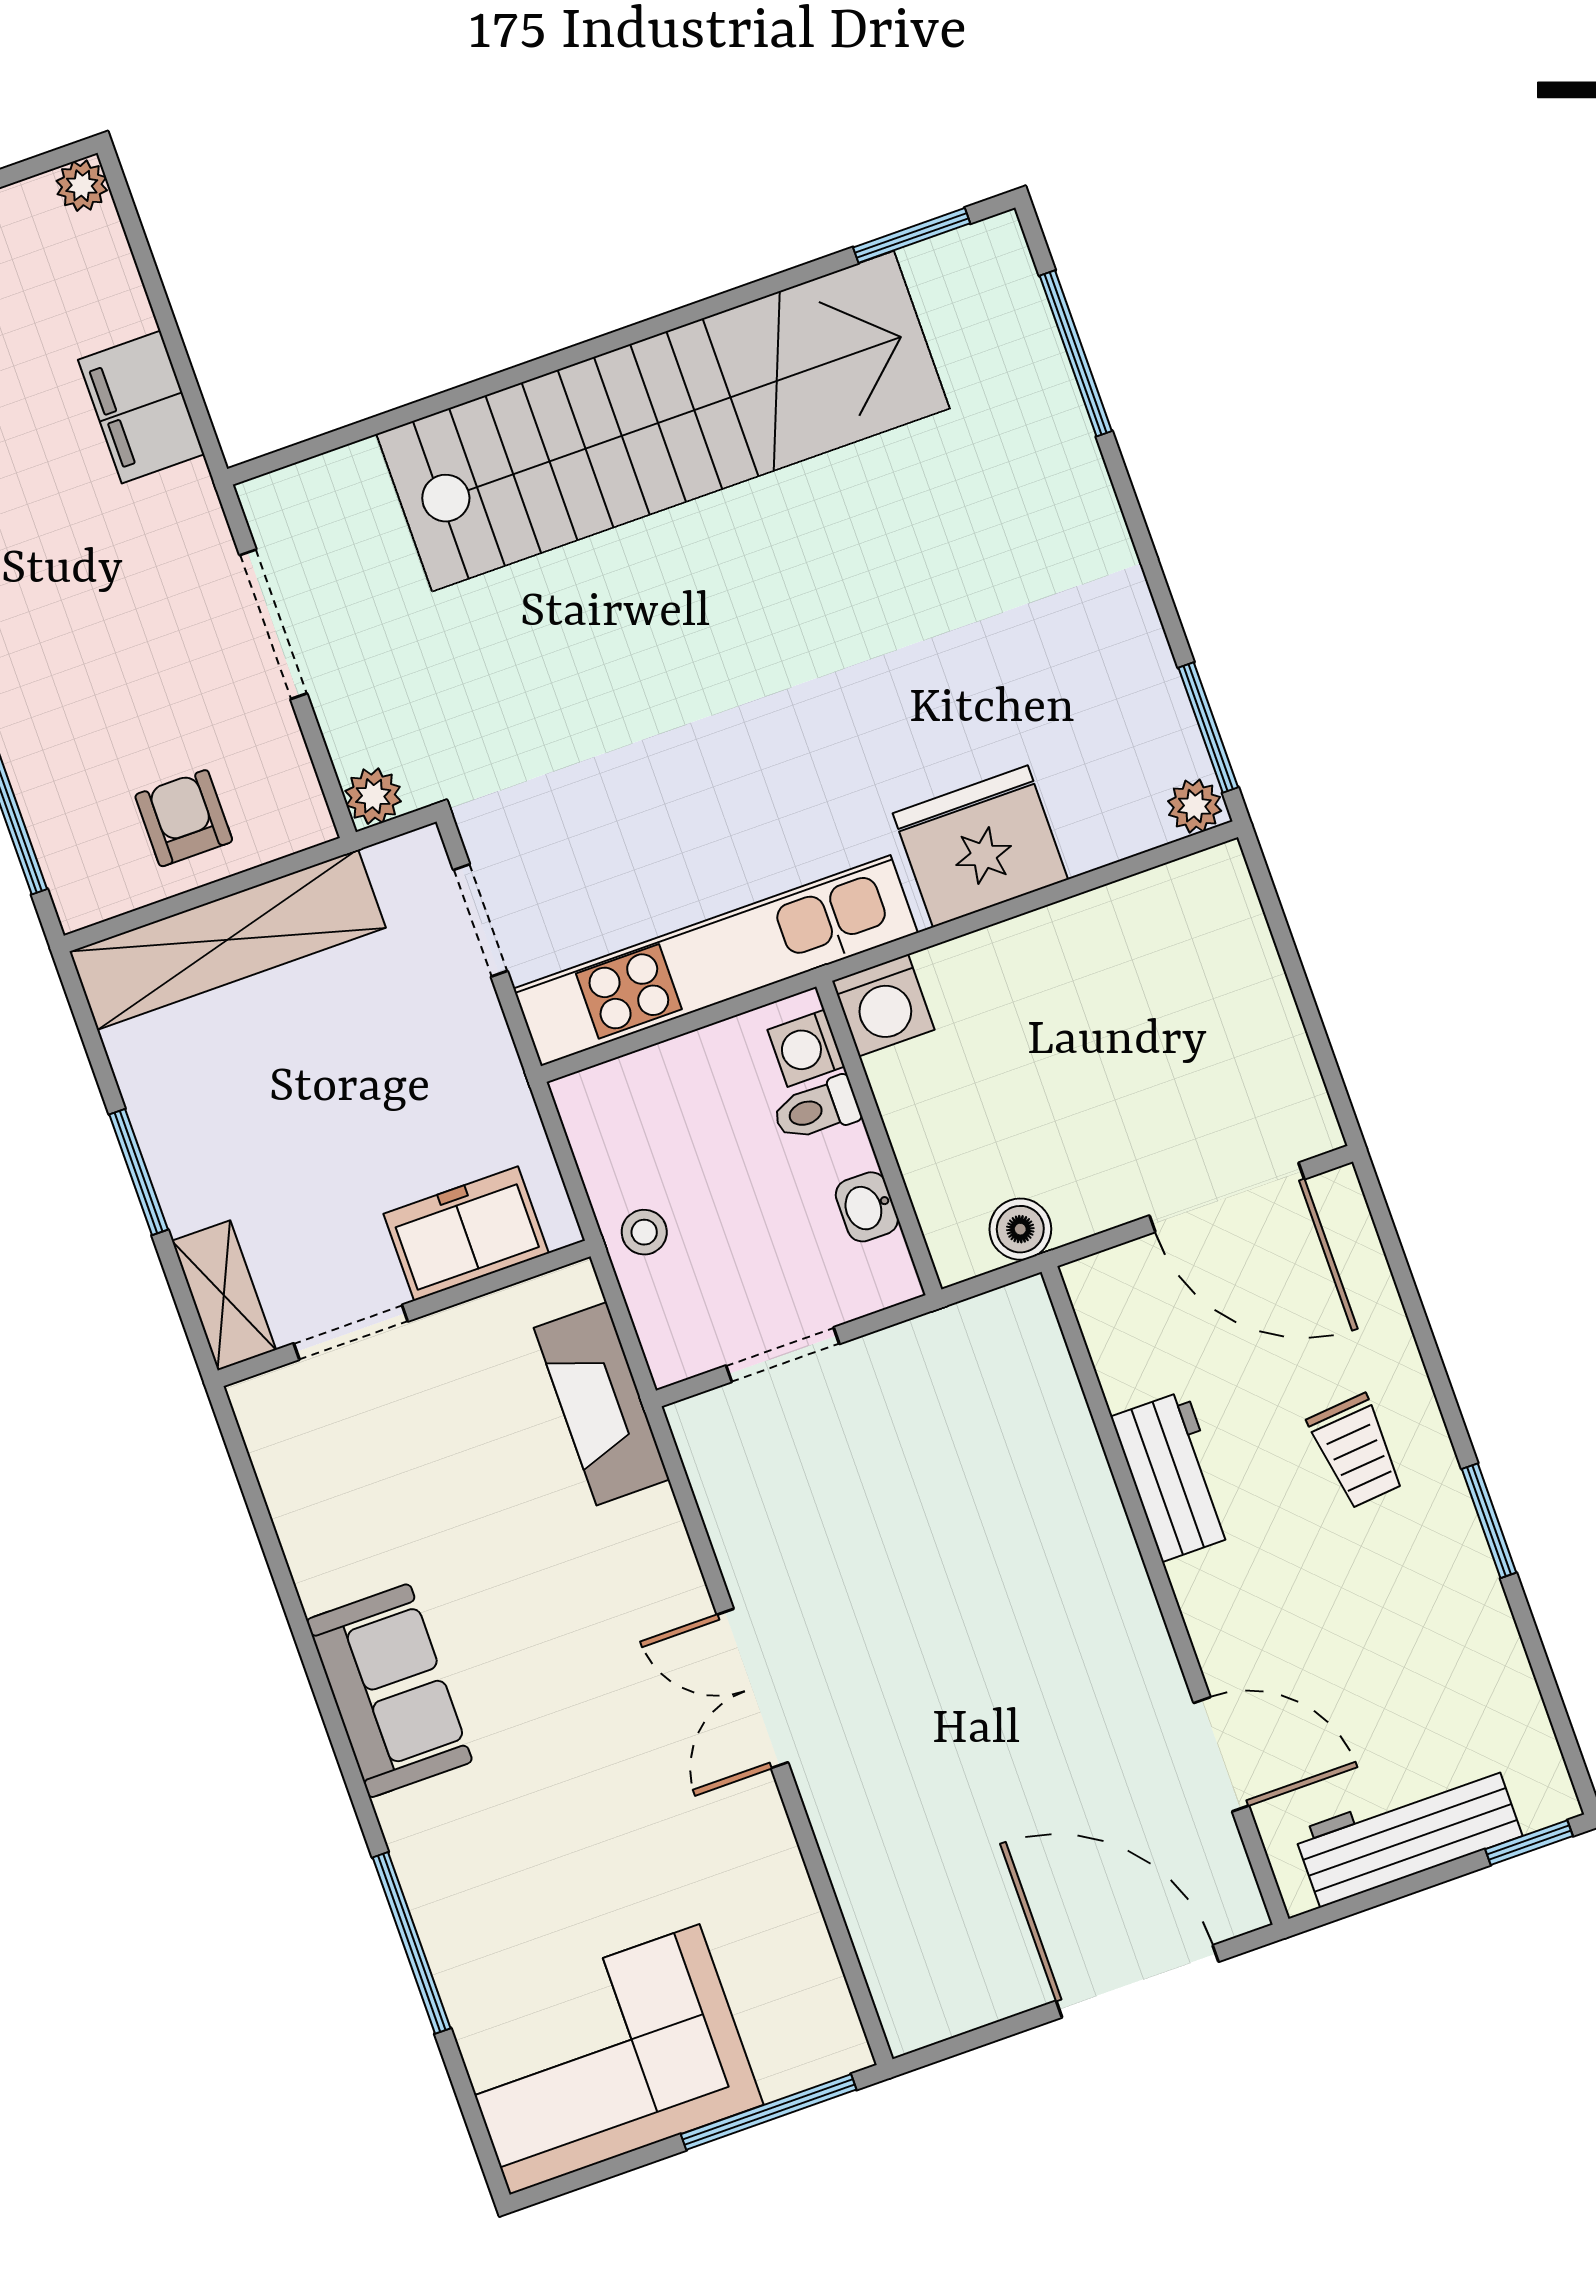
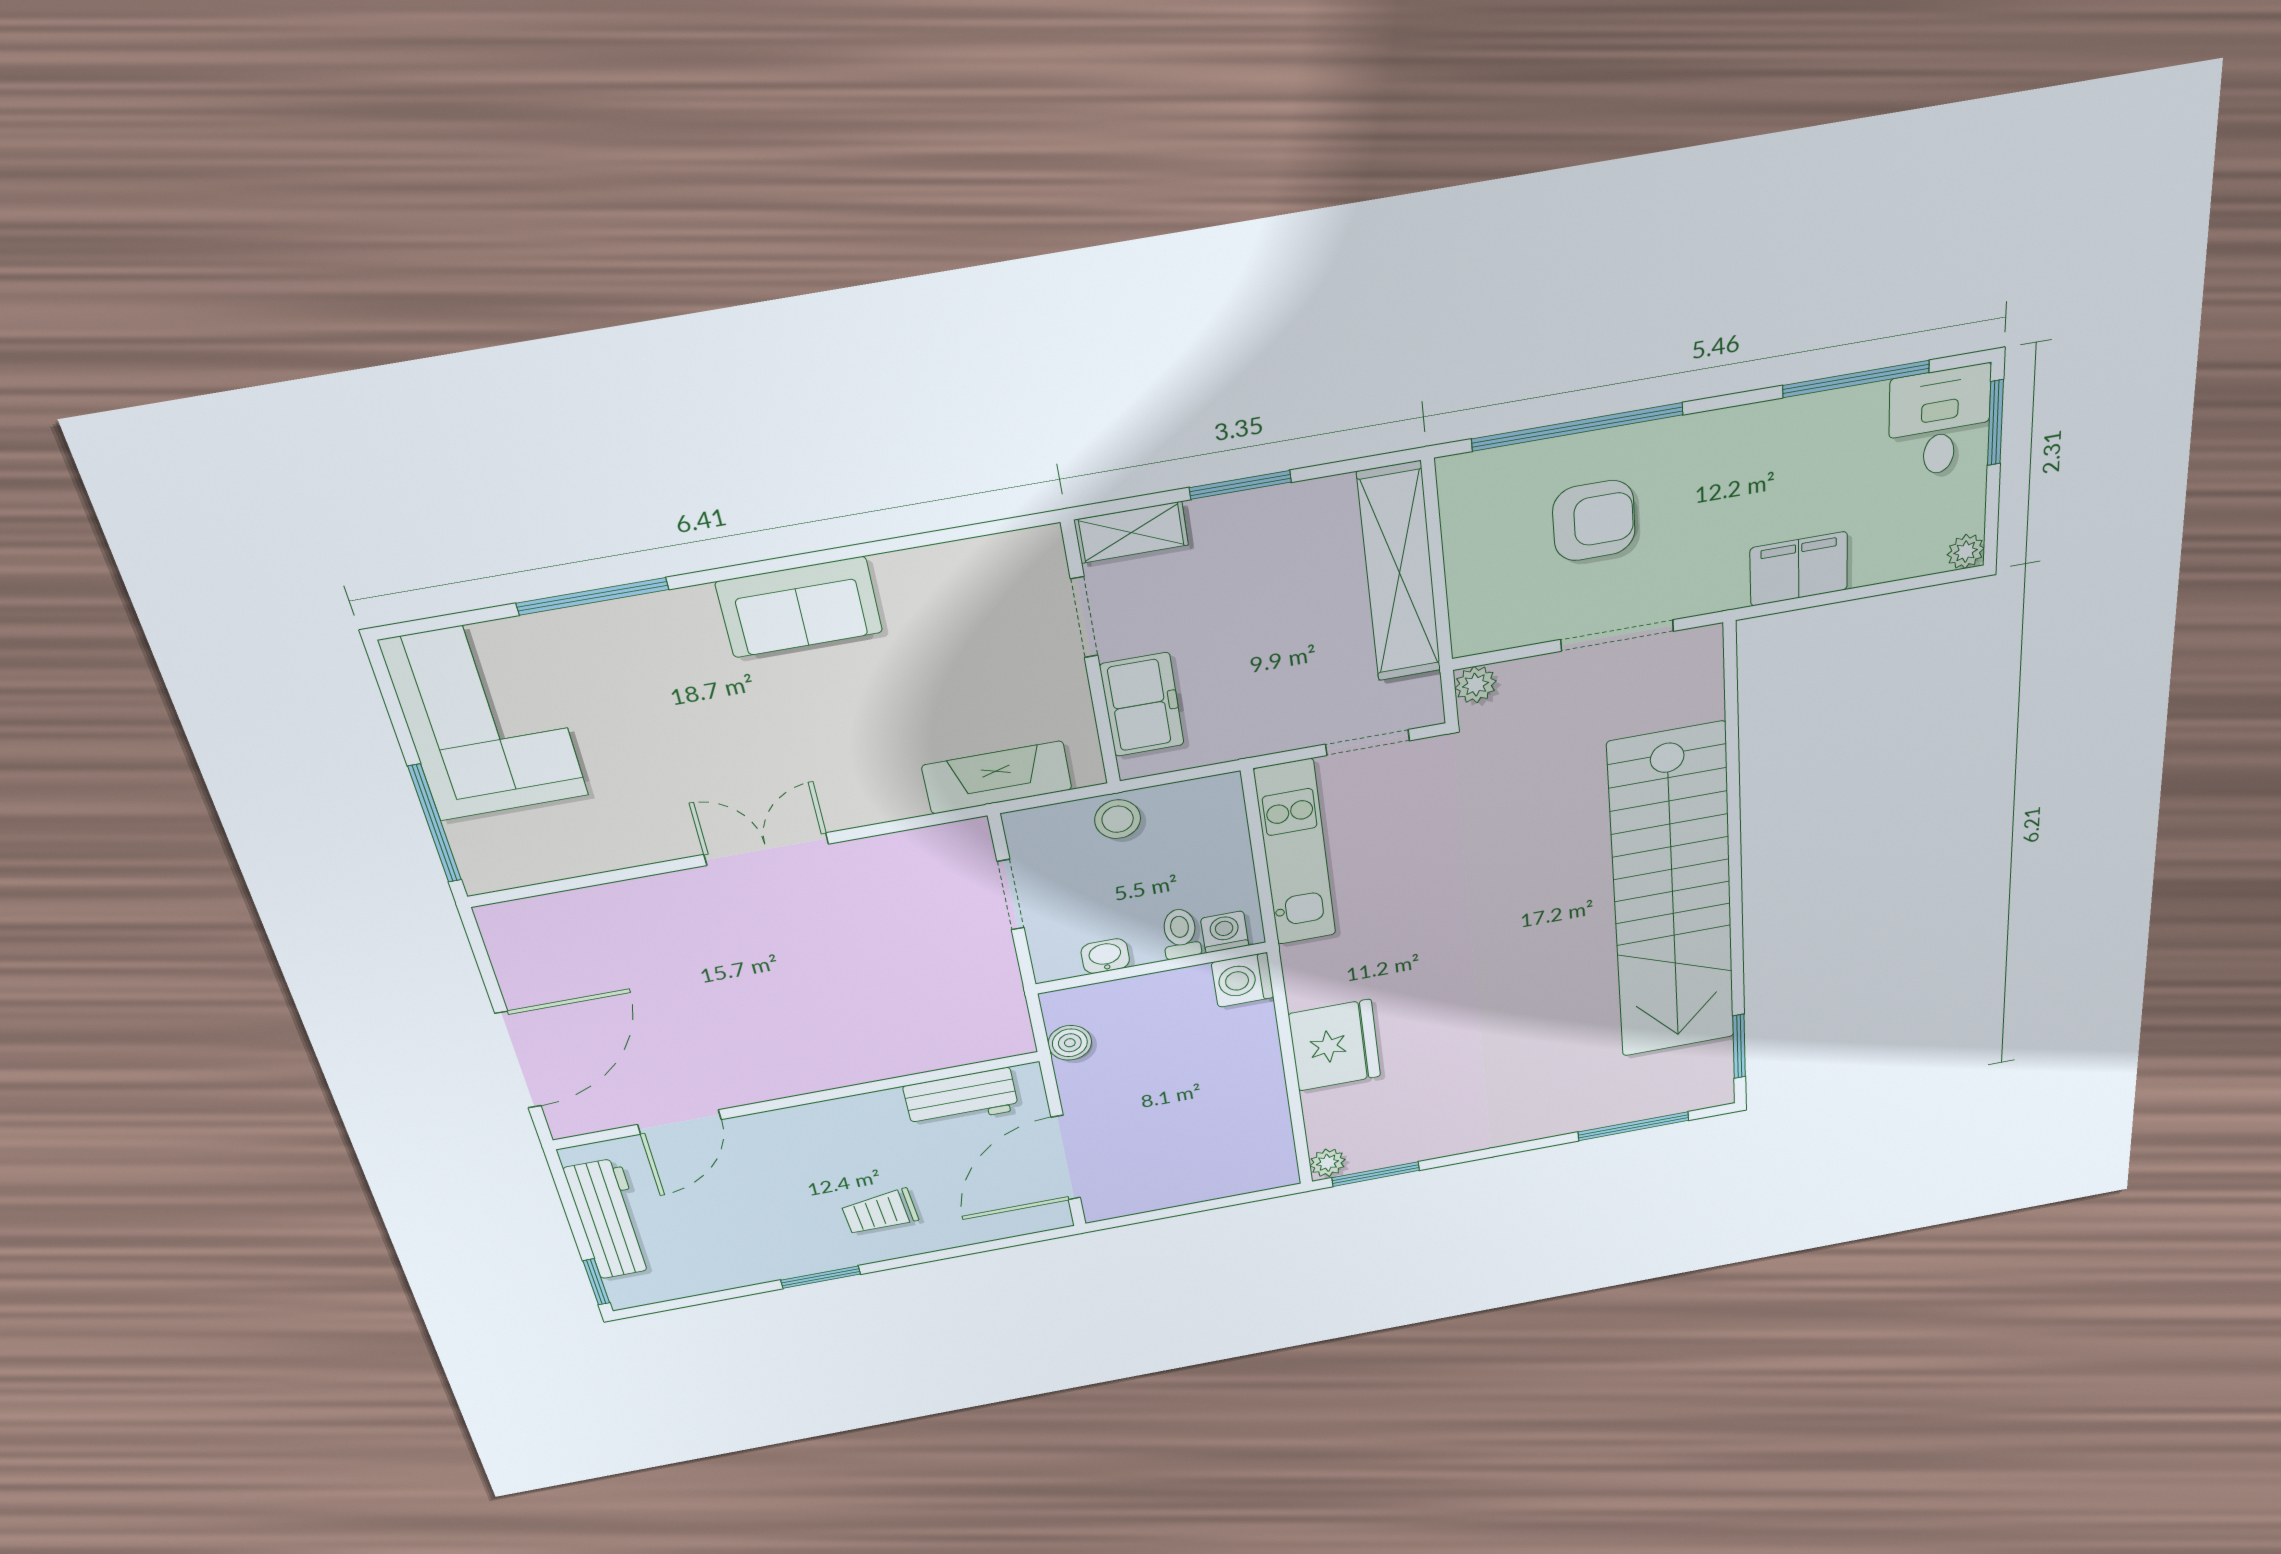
armchair: (184, 818) -> (1594, 521), moved, width x1.38, depth x1.38
kitchen unit: (716, 961) -> (1295, 853), width x0.73
stool: (644, 1232) -> (1118, 819), width x1.37, depth x1.37
workbench: (1174, 1476) -> (961, 1098), moved

